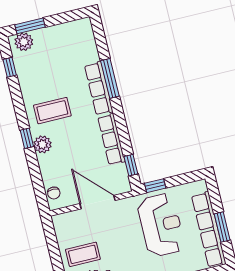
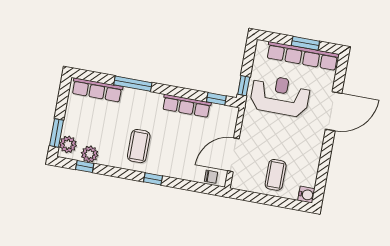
row of seats: (99, 88) -> (97, 90), moved
plant: (42, 144) -> (90, 154), moved
door: (98, 202) -> (233, 155), moved

